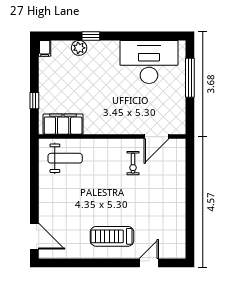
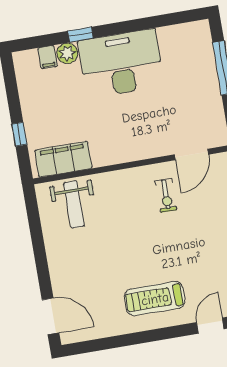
filing cabinet: (45, 48) -> (48, 57), moved
desk: (149, 62) -> (121, 63), moved
weight bench: (65, 158) -> (74, 204), turned 90

